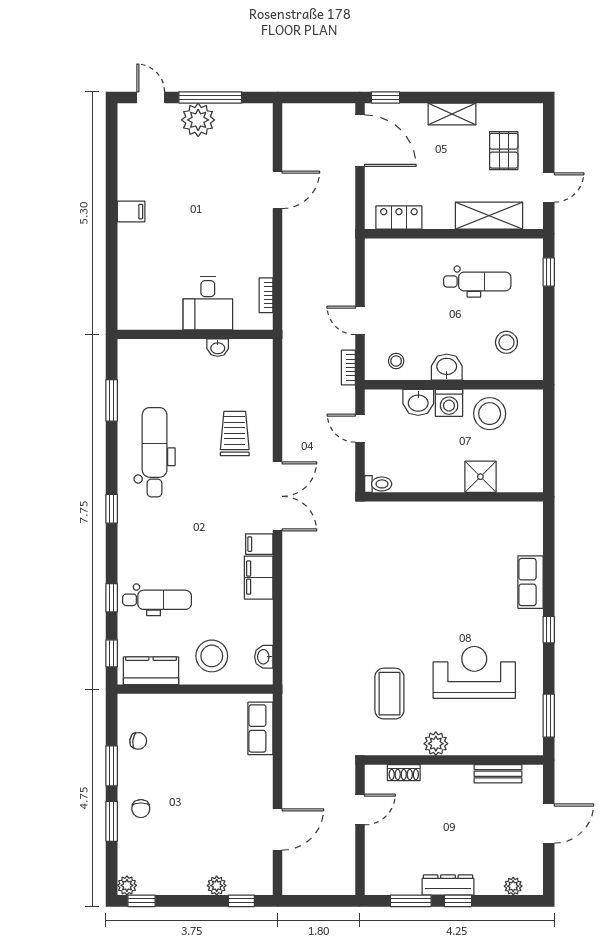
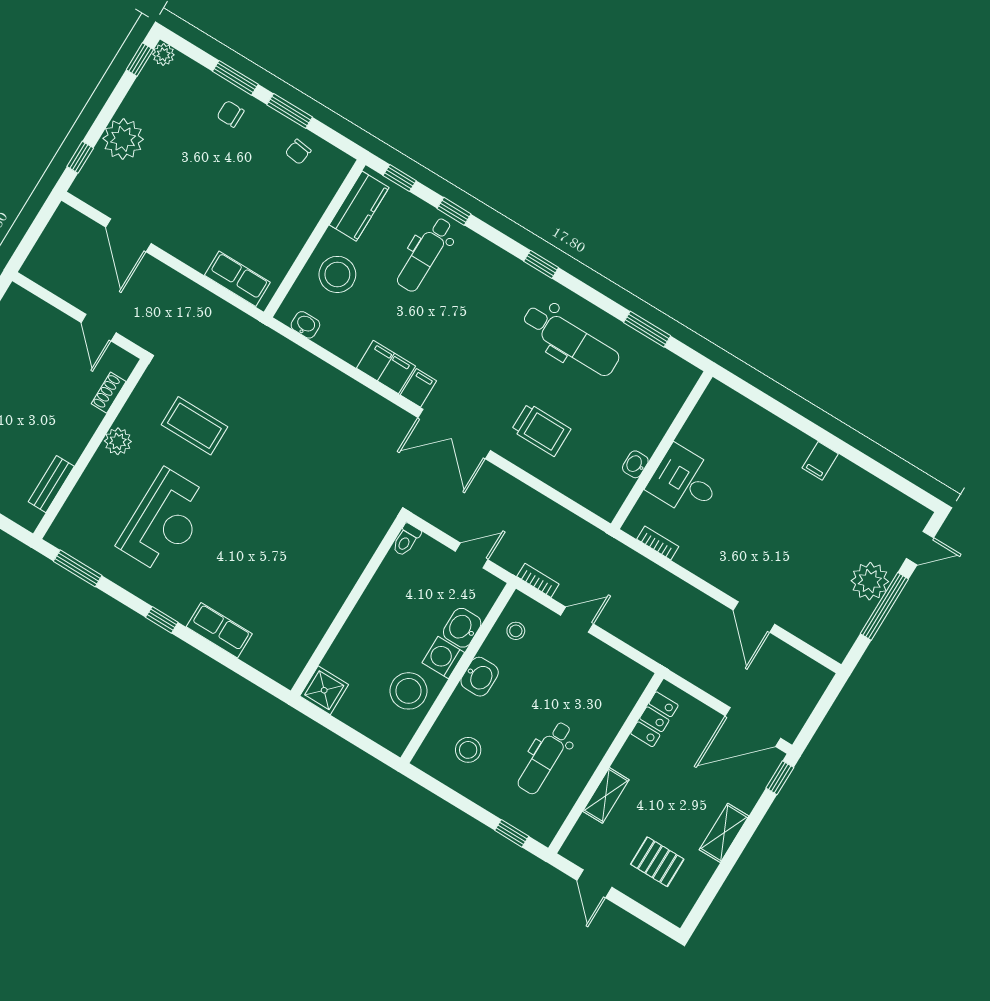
shelving: (489, 216) -> (606, 795), width x0.67, depth x0.75
shower: (480, 477) -> (324, 690), moved
plant: (217, 886) -> (123, 139), width x1.87, depth x1.87

